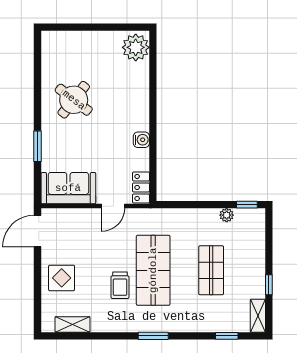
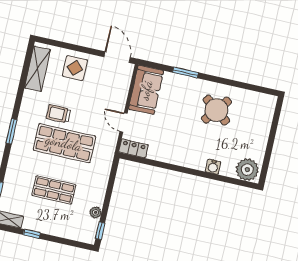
water cooler: (141, 140) -> (213, 167), moved
shelving: (73, 324) -> (37, 69), width x1.50, depth x1.33

